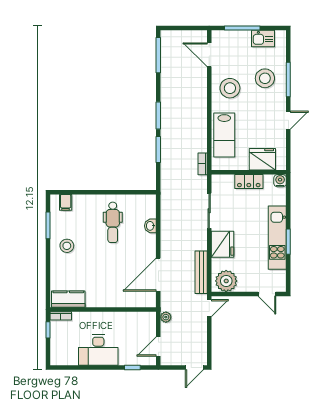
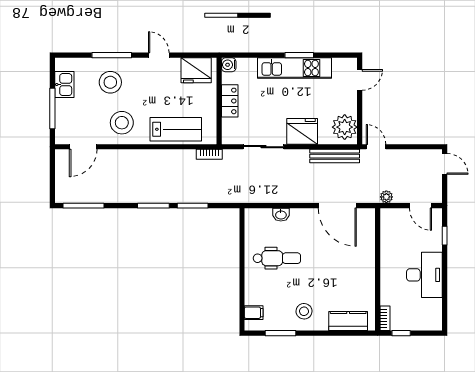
fridge: (262, 159) -> (196, 70), moved, turned -90
kitchen counter: (68, 299) -> (348, 321), moved, turned 90

